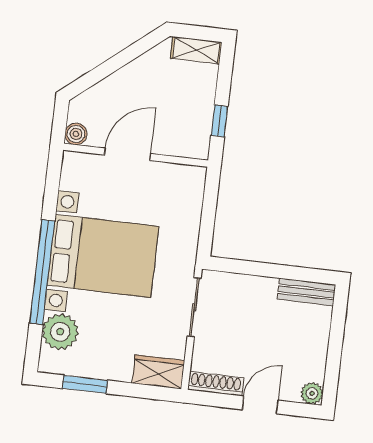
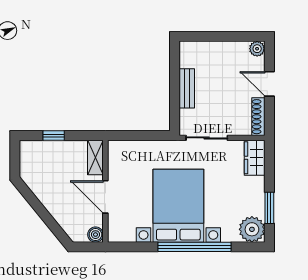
shelving: (196, 50) -> (95, 158), moved
window: (219, 121) -> (54, 136), moved
bench: (307, 292) -> (187, 88), moved
plant: (60, 332) -> (252, 229), moved

